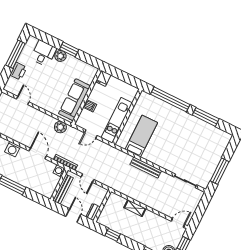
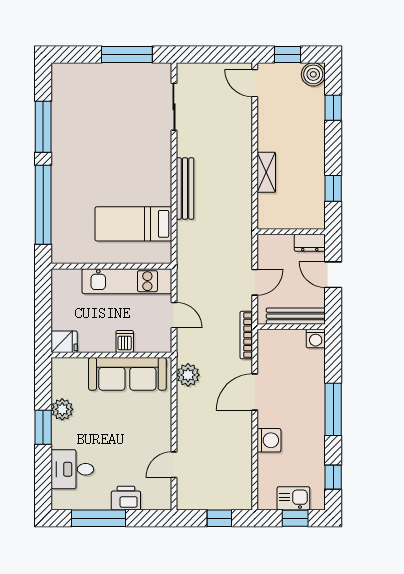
plant: (60, 56) -> (62, 409), moved
washing machine: (59, 171) -> (316, 339), moved
door: (73, 215) -> (333, 275), hinge flipped

